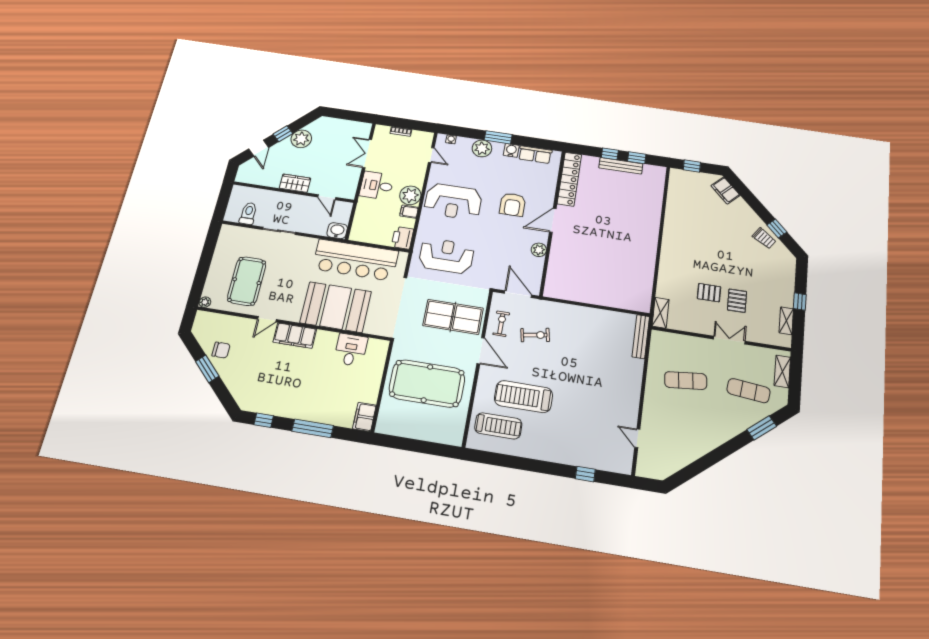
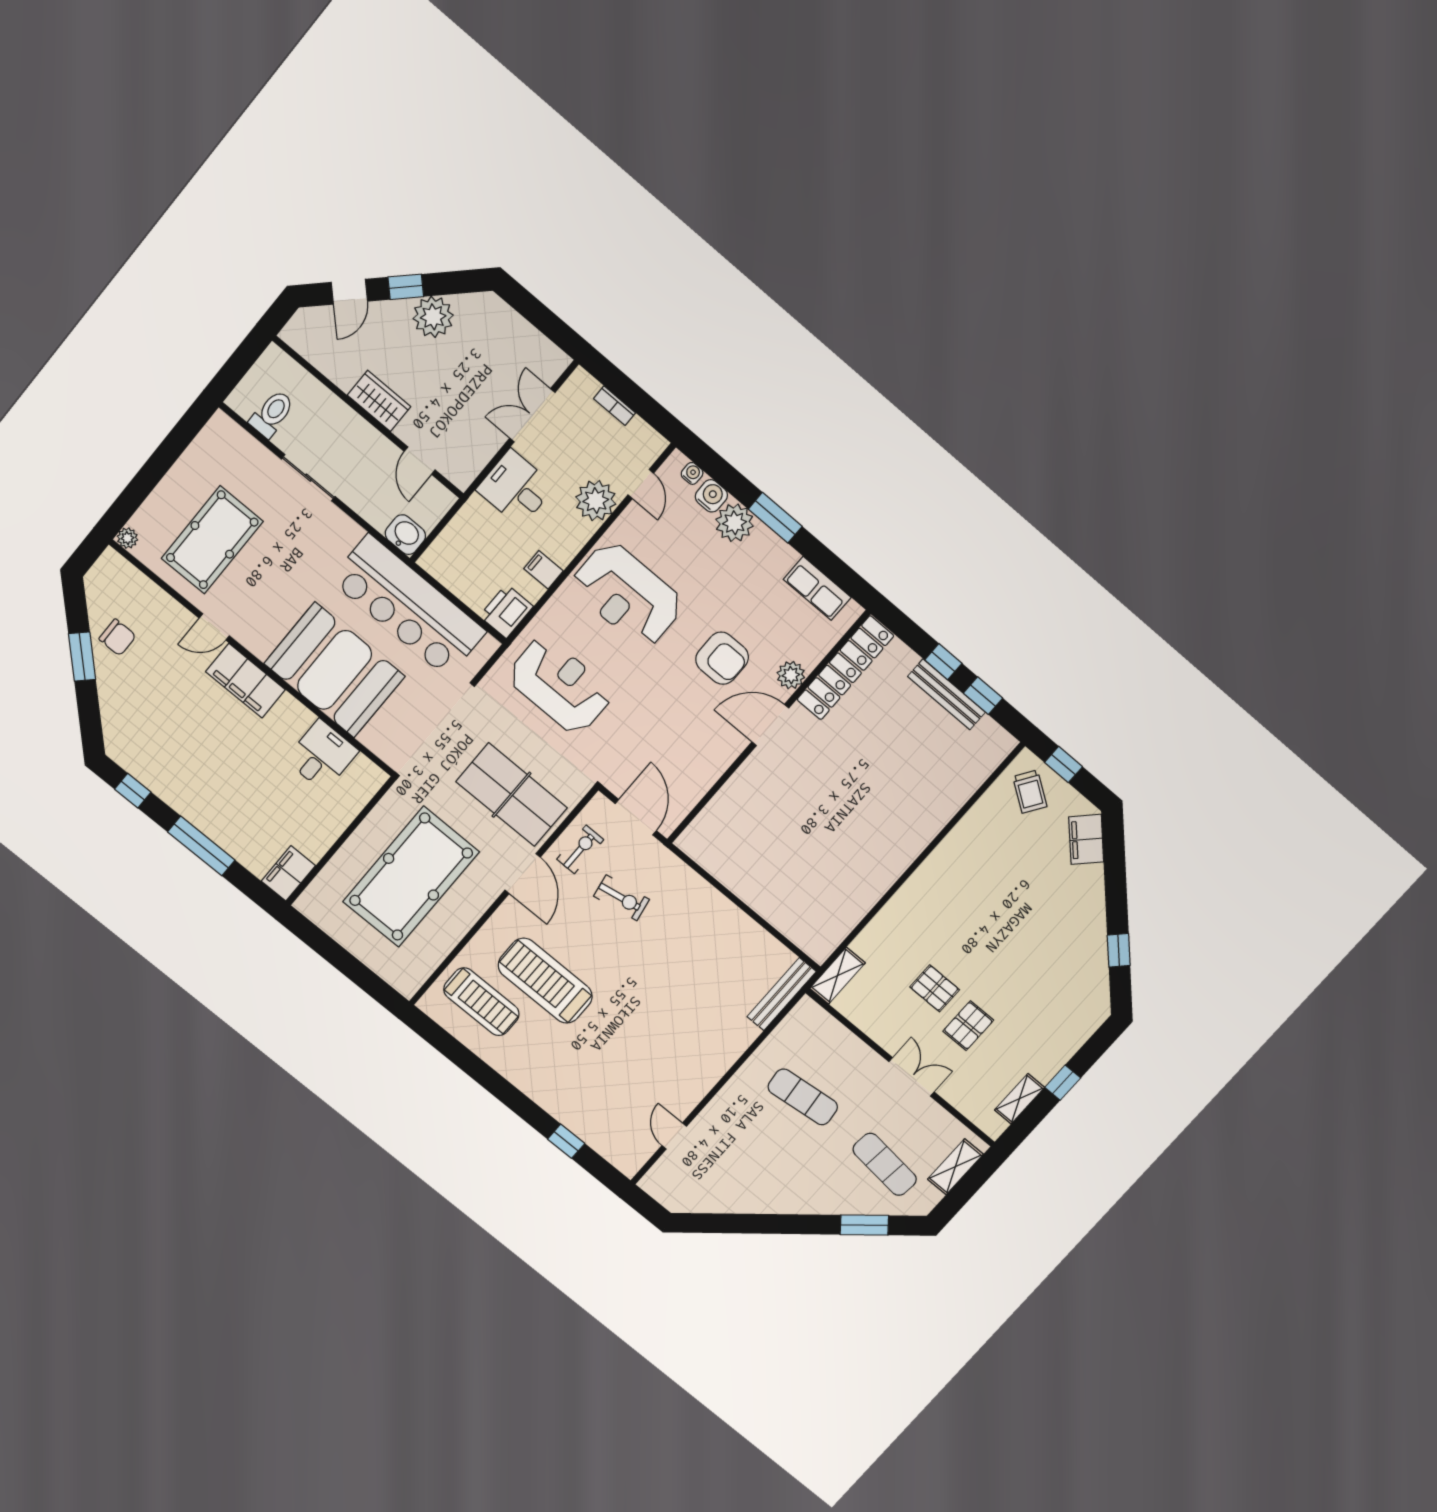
water cooler: (511, 150) -> (711, 496), moved
plant: (410, 195) -> (596, 501), moved
armchair: (513, 205) -> (722, 658), turned -90
trolley: (764, 238) -> (1030, 792), moved
plant: (539, 250) -> (791, 675), moved
pool table: (427, 383) -> (411, 877), turned 90

